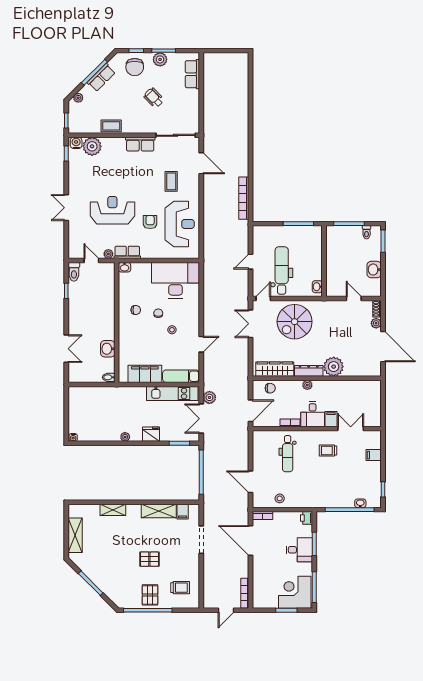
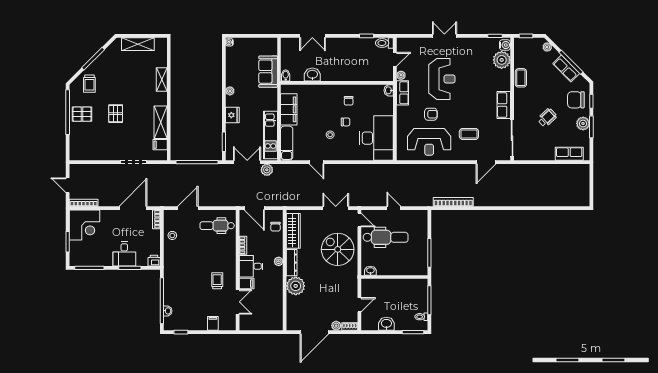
sofa: (105, 396) -> (268, 72), added
dental chair: (288, 454) -> (217, 226), moved
trolley: (180, 588) -> (89, 84), moved
corner desk: (295, 592) -> (85, 225), moved, turned 90

